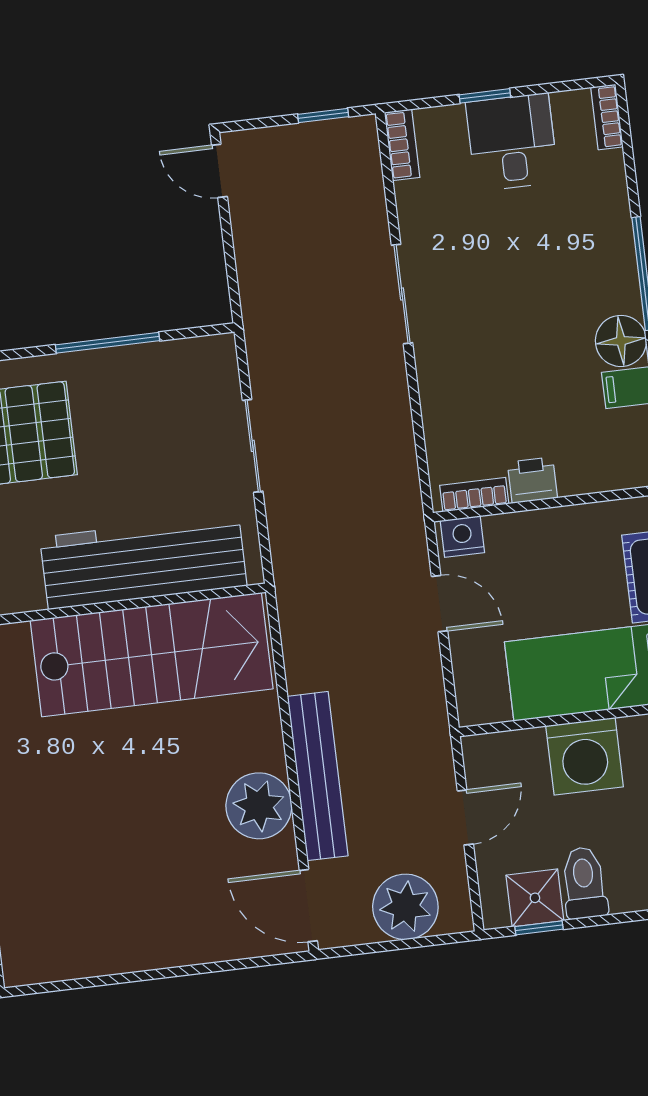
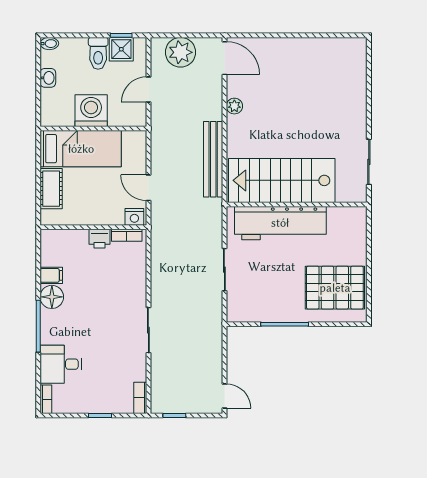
desk: (512, 142) -> (61, 364), moved, turned 90
bench: (318, 776) -> (213, 159), moved
plant: (259, 806) -> (234, 106), width x0.53, depth x0.53

